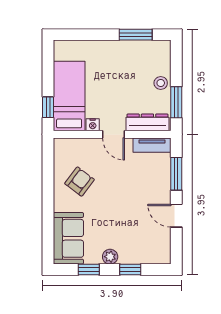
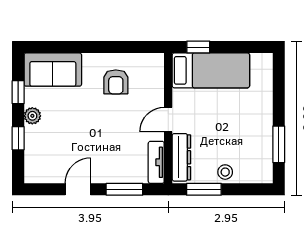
nightstand: (93, 125) -> (179, 96), removed
armchair: (80, 182) -> (116, 82), turned 53

